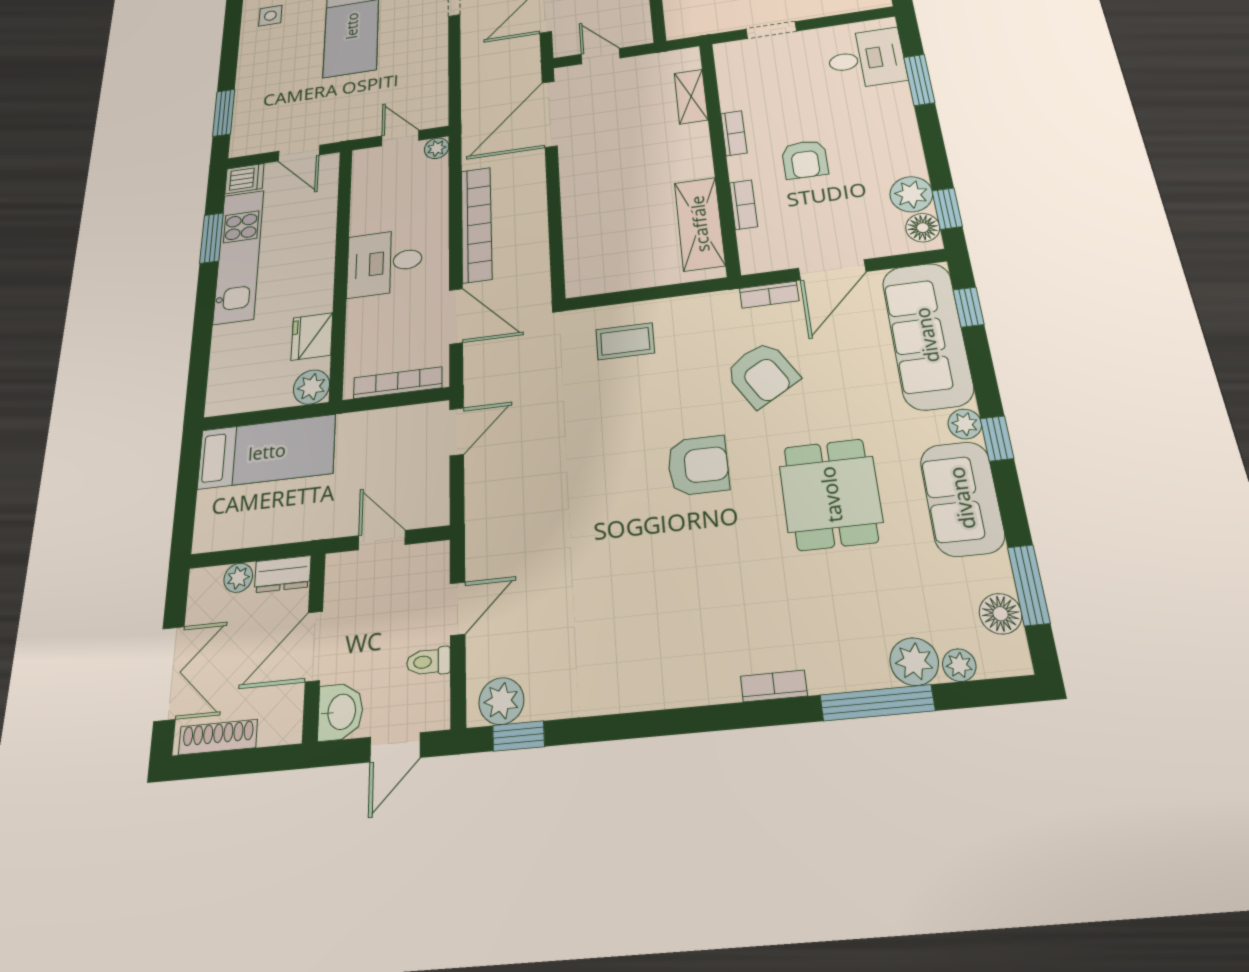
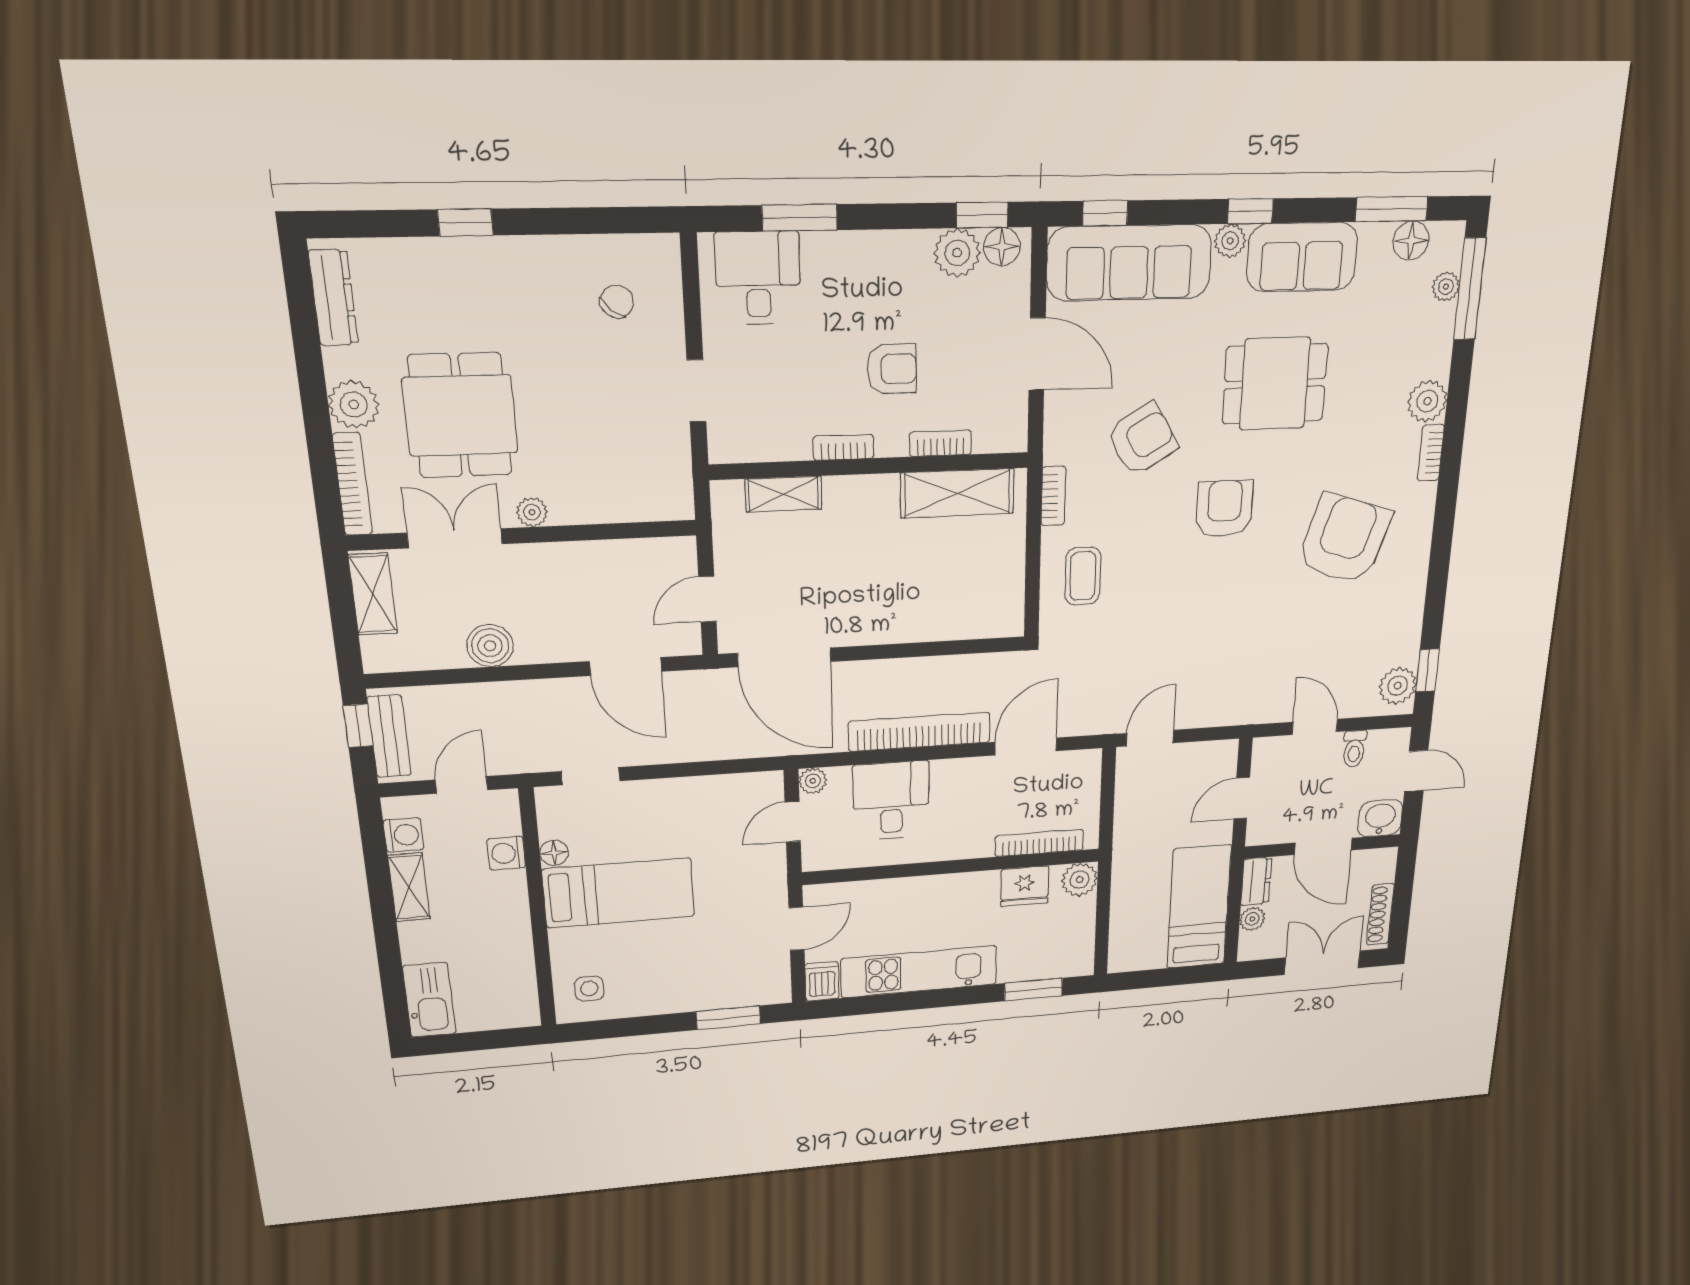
window: (212, 238) -> (1033, 989), moved
desk: (384, 263) -> (891, 801), moved, turned 180
bookcase: (769, 295) -> (1053, 496), moved
bookcase: (398, 383) -> (1039, 843), moved, turned 90
door: (457, 432) -> (1150, 738), hinge flipped
bed: (267, 452) -> (1199, 907), moved
armchair: (671, 602) -> (1344, 539), added
plant: (914, 662) -> (1427, 401), moved
window: (877, 703) -> (1470, 289), moved

